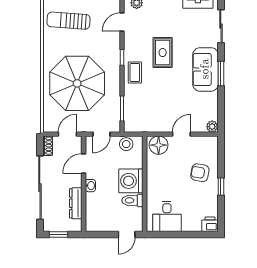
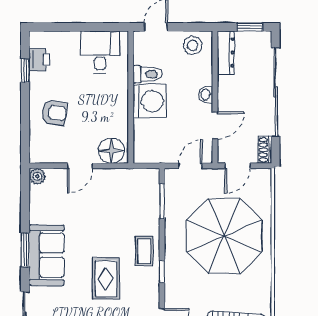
stool: (126, 144) -> (193, 45), moved
window: (221, 187) -> (25, 70), moved
dresser: (76, 203) -> (226, 52), moved
printer: (210, 224) -> (39, 60), moved, turned -90

